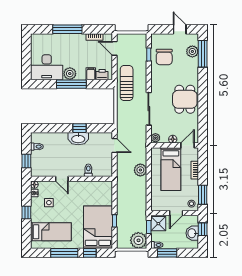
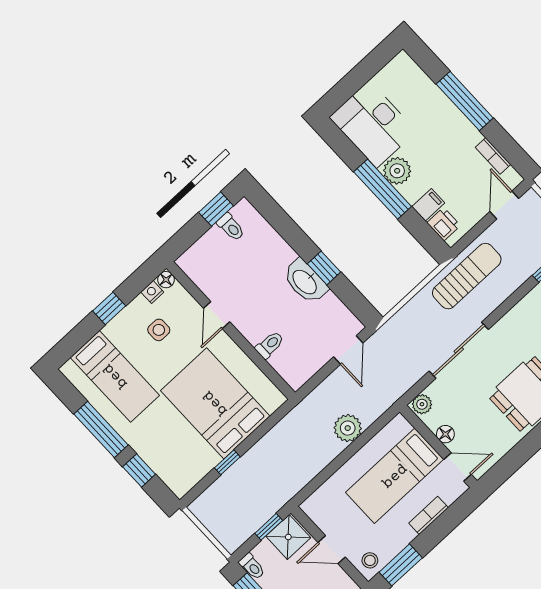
window: (26, 161) -> (216, 209), moved
bed: (98, 227) -> (215, 403), moved, turned -90
plant: (138, 240) -> (232, 530), removed

